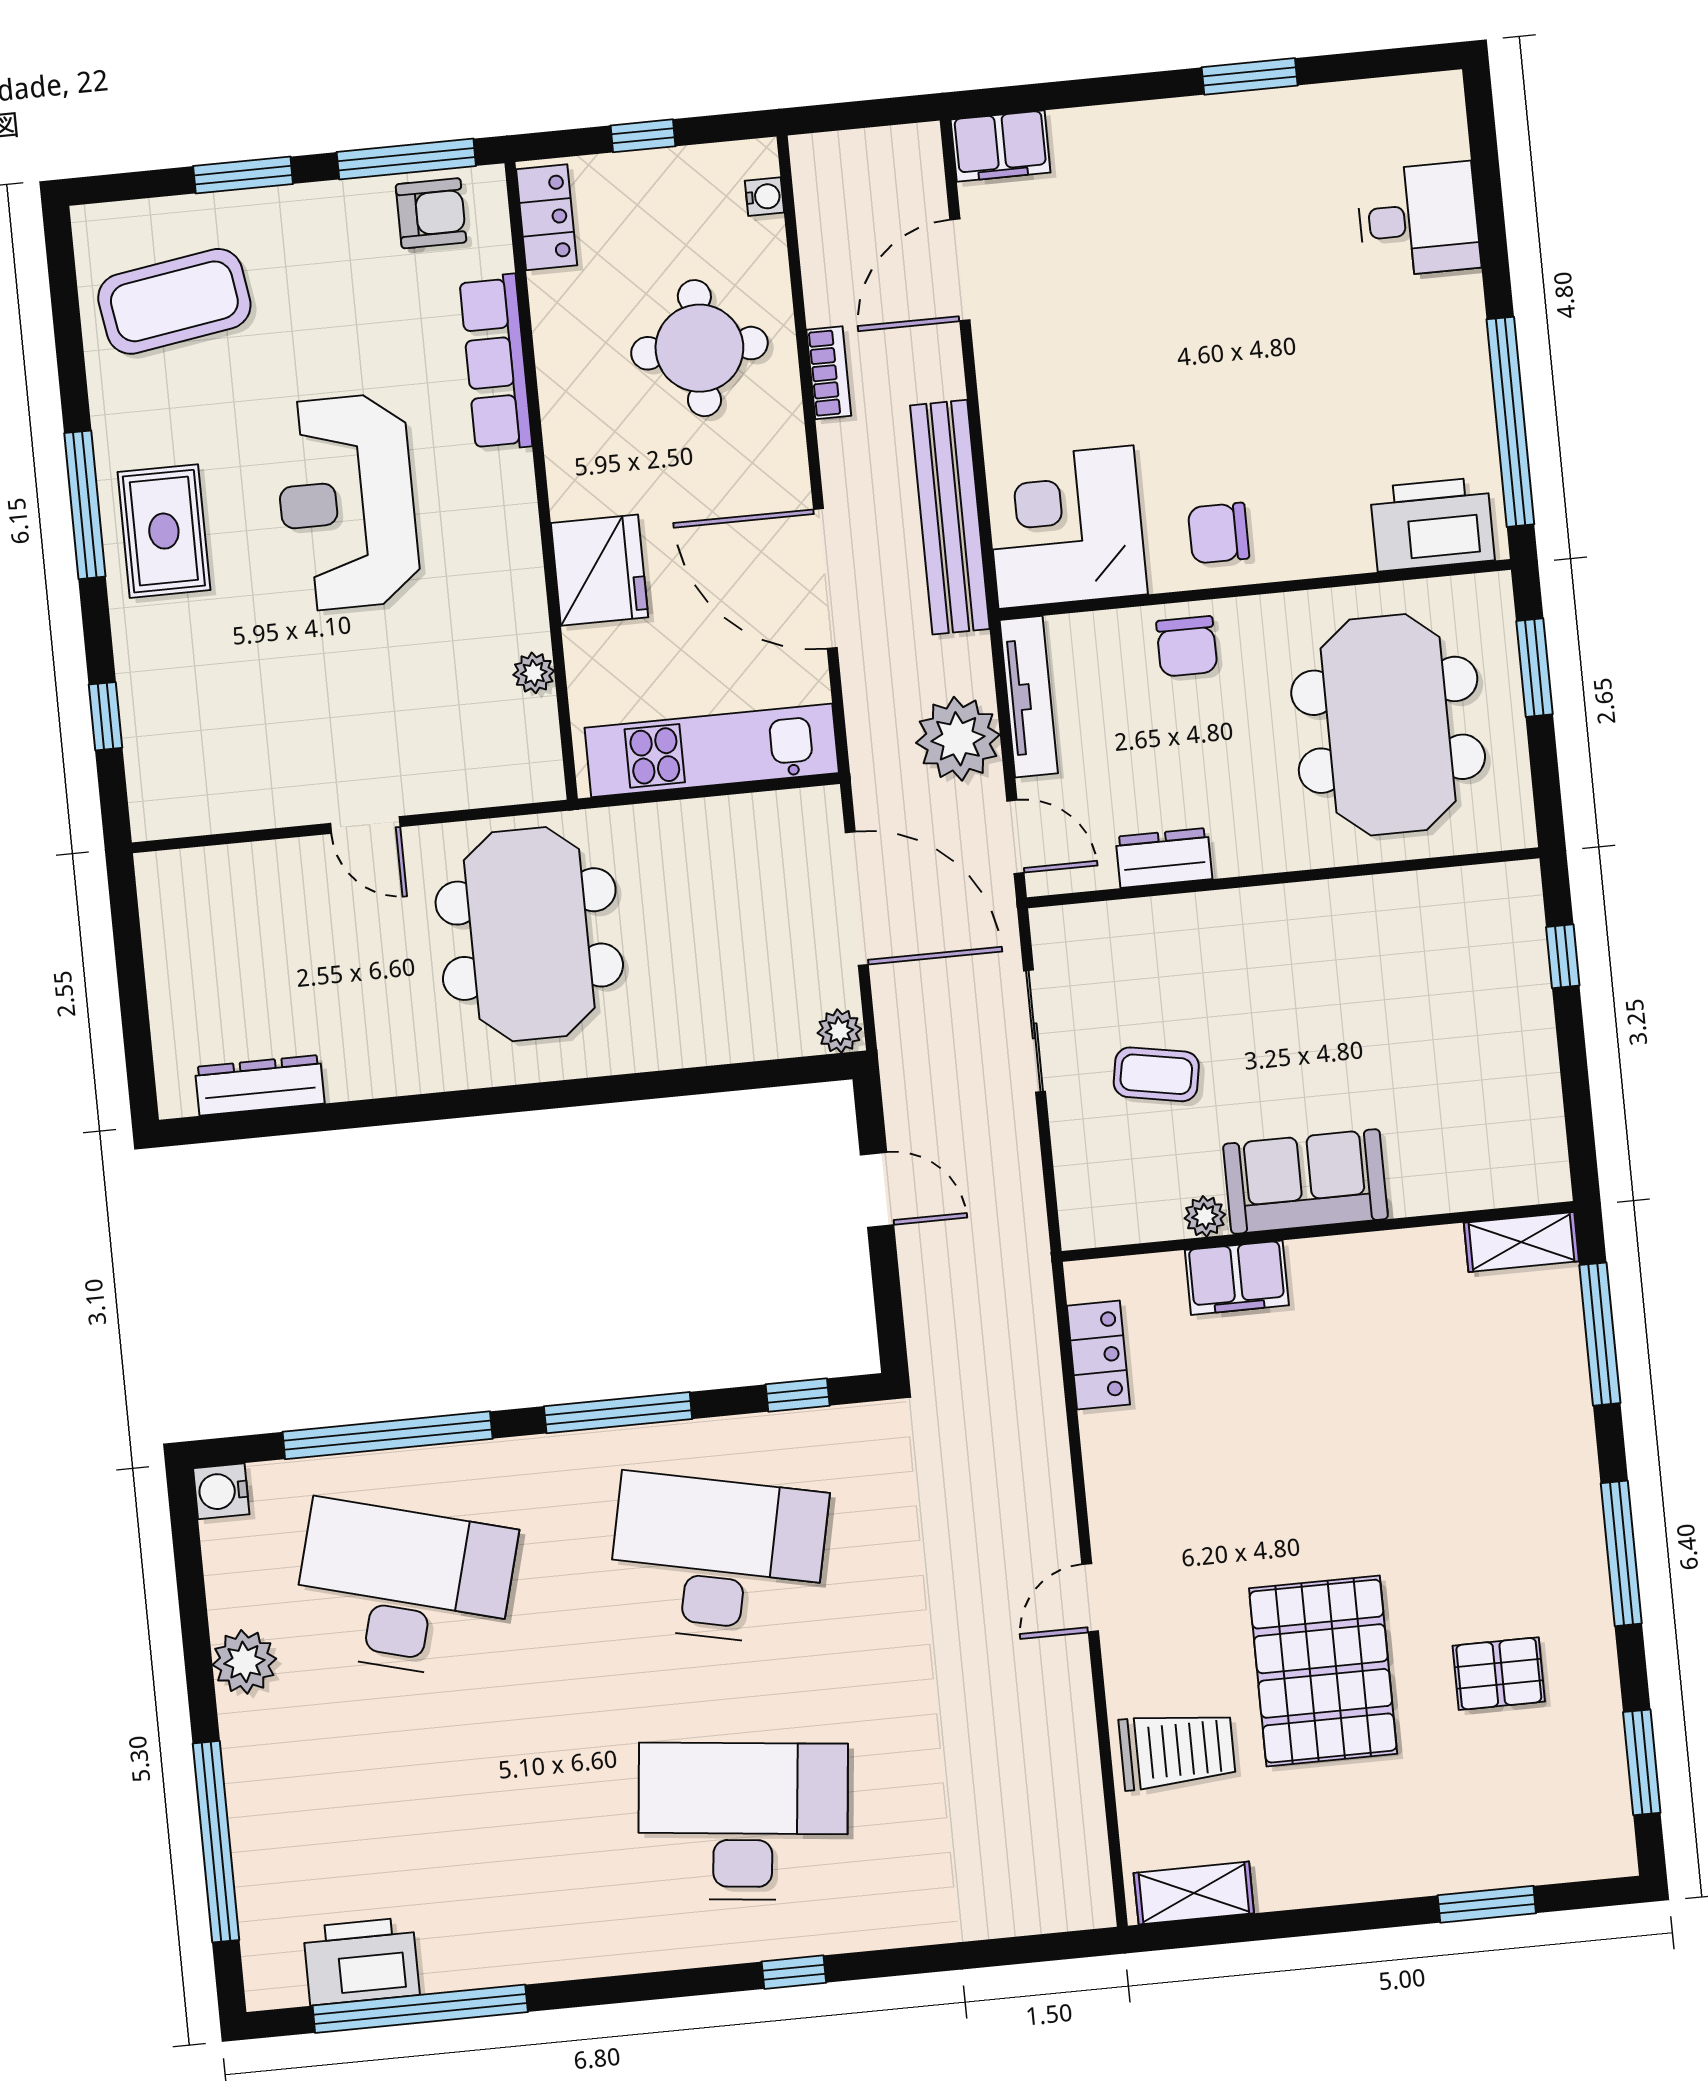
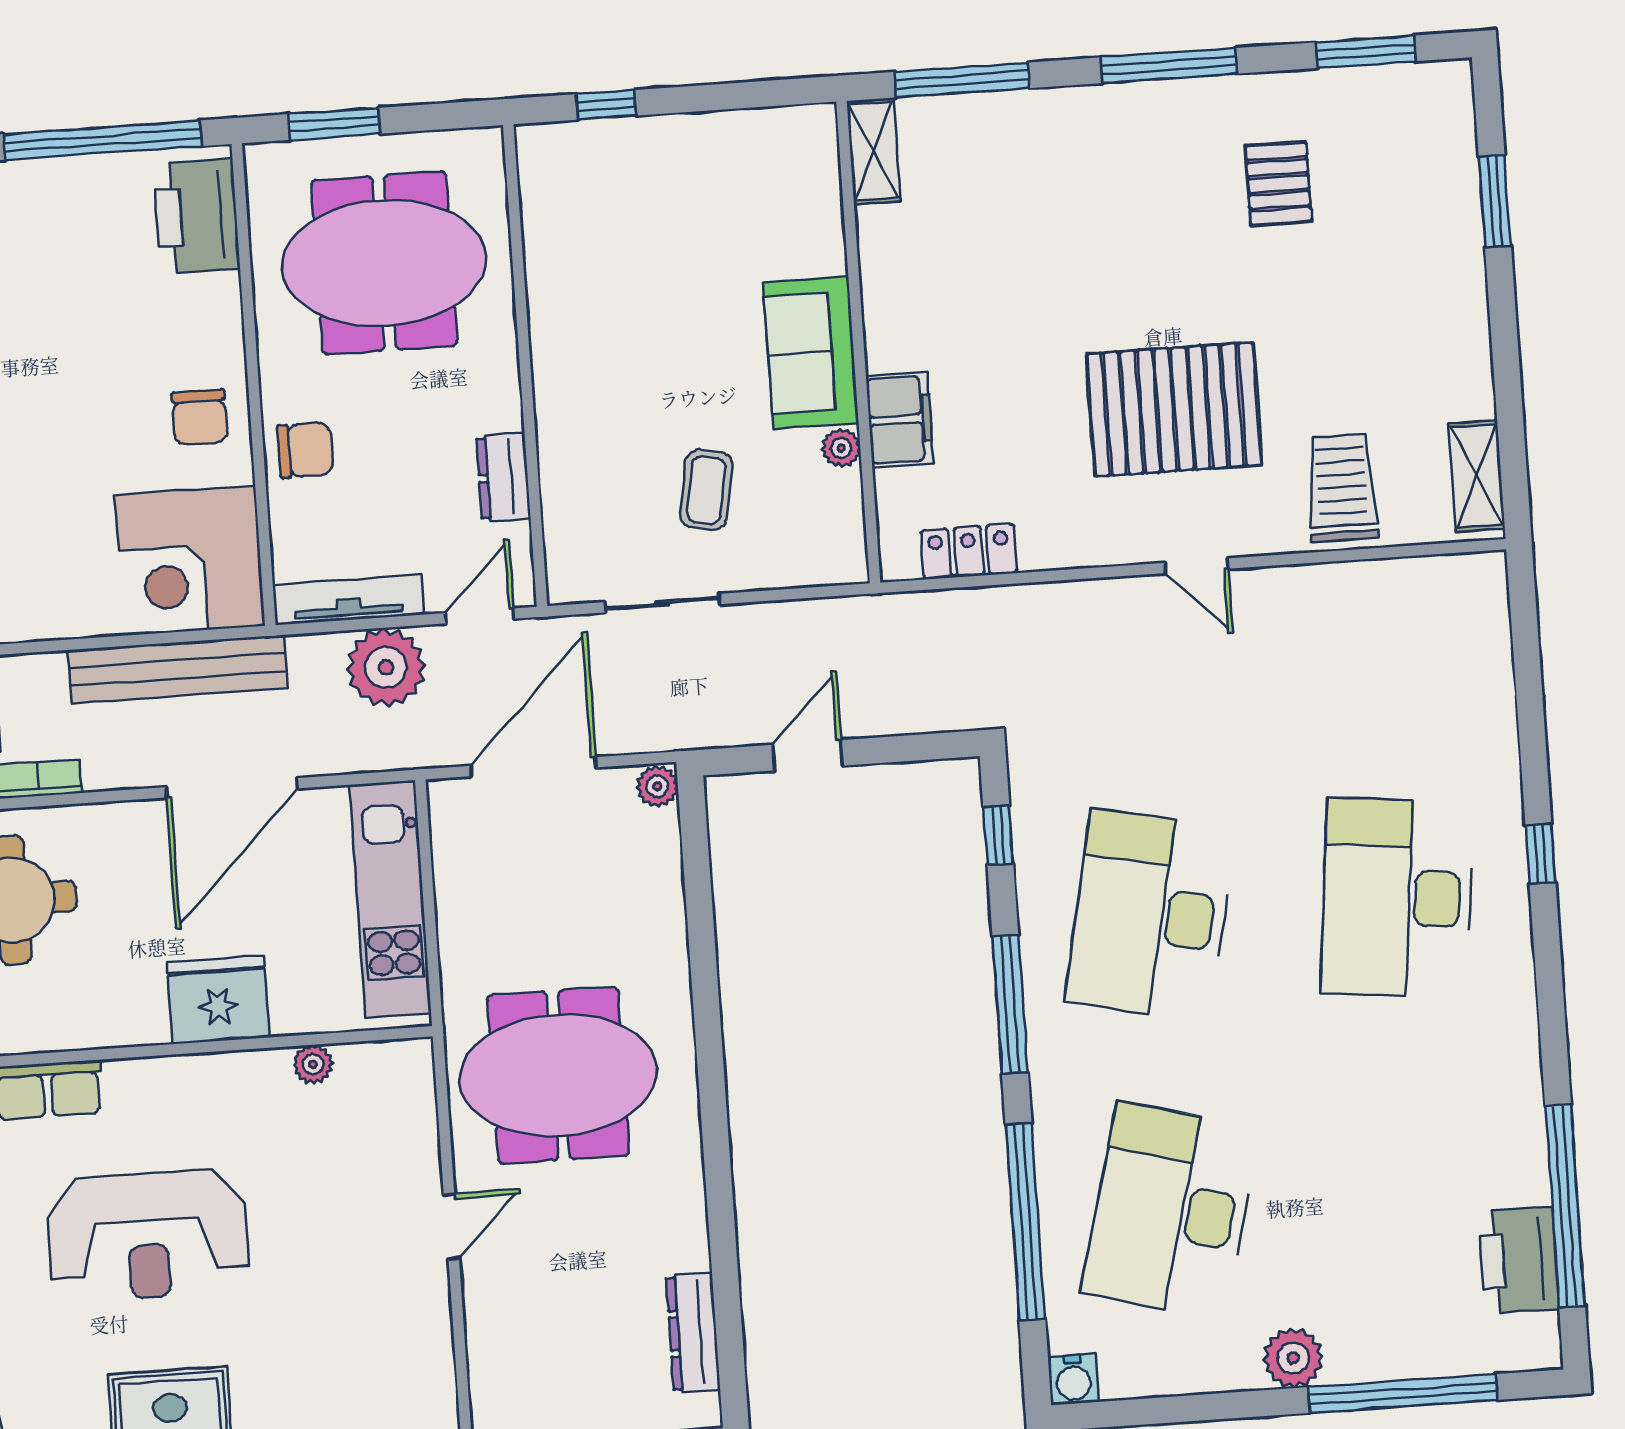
plant: (244, 1662) -> (1293, 1358), moved
pallet: (1323, 1671) -> (1174, 409), moved

